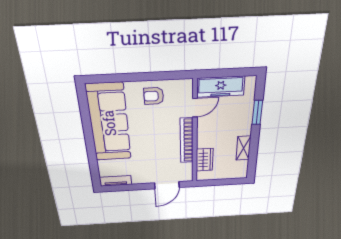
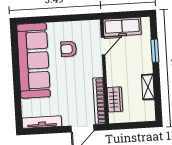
armchair: (154, 96) -> (69, 49), moved
bookcase: (187, 141) -> (99, 101), moved
tv unit: (116, 181) -> (42, 122), width x1.41

